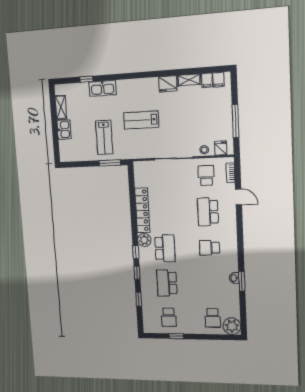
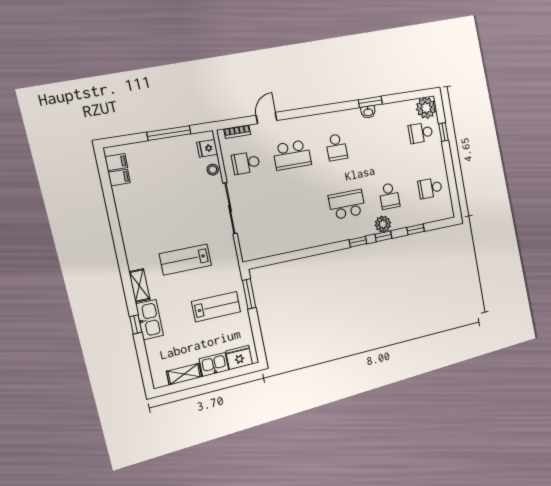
window: (86, 79) -> (136, 324), moved
shelving: (189, 80) -> (139, 286), moved
fridge: (168, 84) -> (239, 358), moved, turned -90
lab bench: (141, 120) -> (185, 260), turned 90
locker: (142, 210) -> (304, 241), removed
plant: (144, 240) -> (383, 224), moved
school desk: (167, 283) -> (389, 196), width x0.54
school desk: (169, 317) -> (430, 188), turned 180
school desk: (213, 318) -> (421, 133), turned 180
window: (176, 336) -> (443, 132), moved

